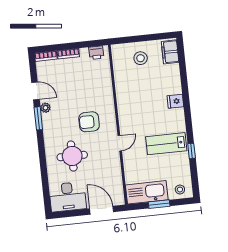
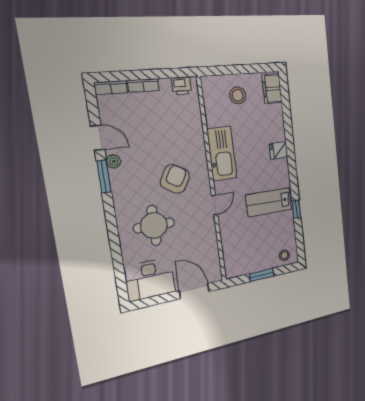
armchair: (89, 122) -> (175, 179), turned 120
kitchen sink: (147, 192) -> (222, 154), moved, turned 90

